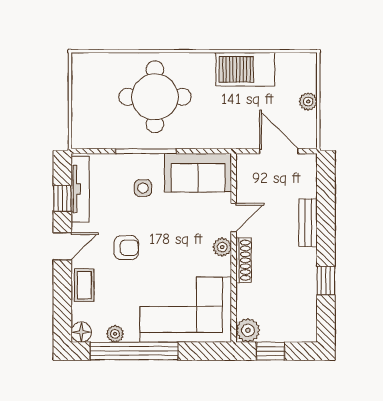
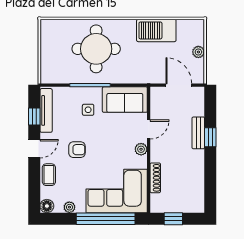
shoe rack: (243, 260) -> (155, 178), moved
window: (326, 281) -> (210, 137), moved
plant: (248, 330) -> (158, 205), removed
window: (134, 351) -> (106, 219), moved

